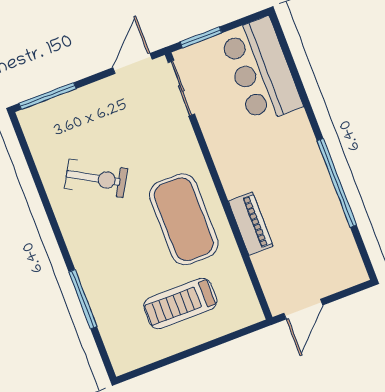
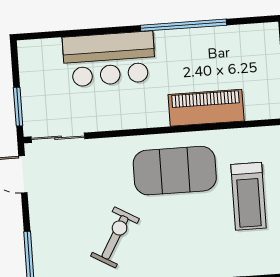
bar counter: (261, 71) -> (109, 59), moved
piano: (251, 224) -> (206, 108), width x1.37, depth x1.33

